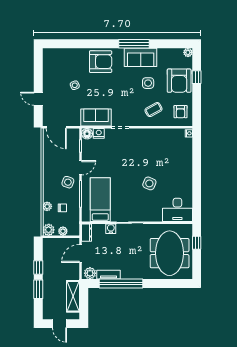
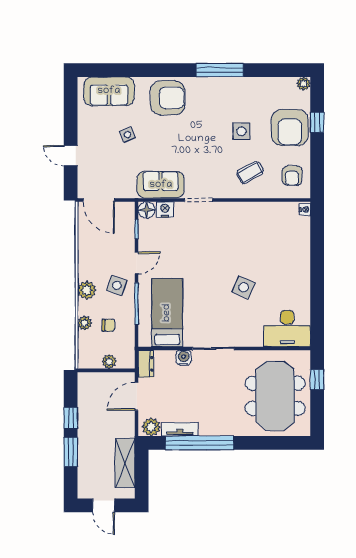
sofa: (141, 57) -> (109, 91), moved
plant: (49, 230) -> (87, 290), moved

